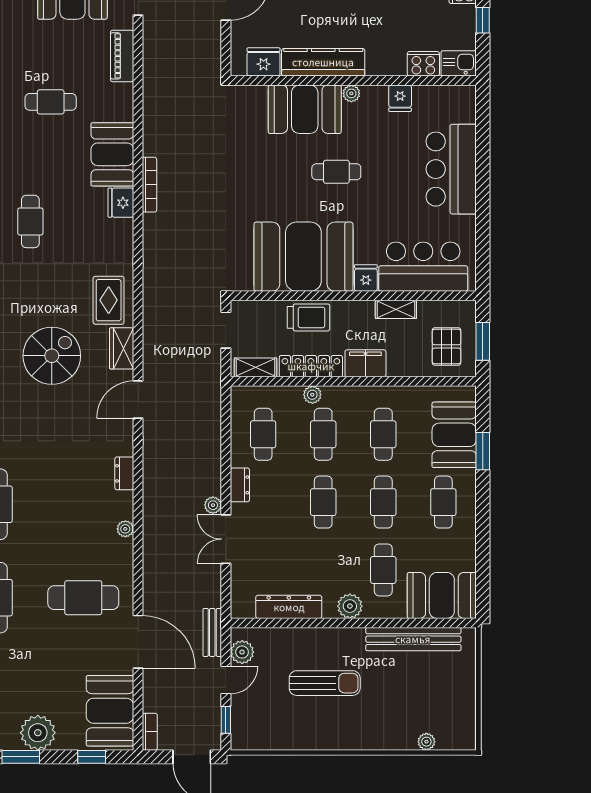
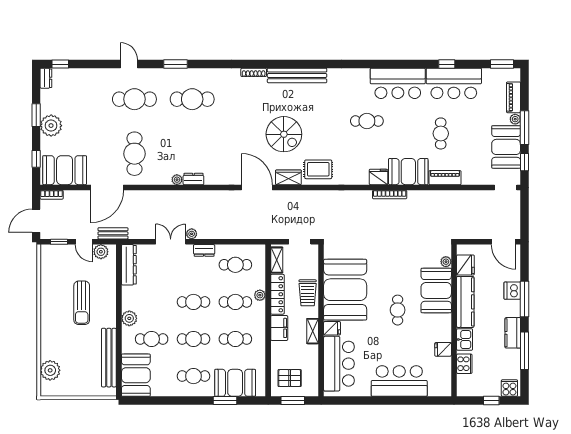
piano: (122, 56) -> (445, 178), moved
kitchen sink: (459, 63) -> (465, 339), moved
plant: (351, 93) -> (446, 262), moved
shelving: (396, 309) -> (313, 331), moved
door: (138, 400) -> (257, 187), width x1.36
dresser: (124, 473) -> (193, 179), moved
dresser: (289, 607) -> (129, 265), moved
plant: (426, 742) -> (50, 370), width x1.87, depth x1.87

